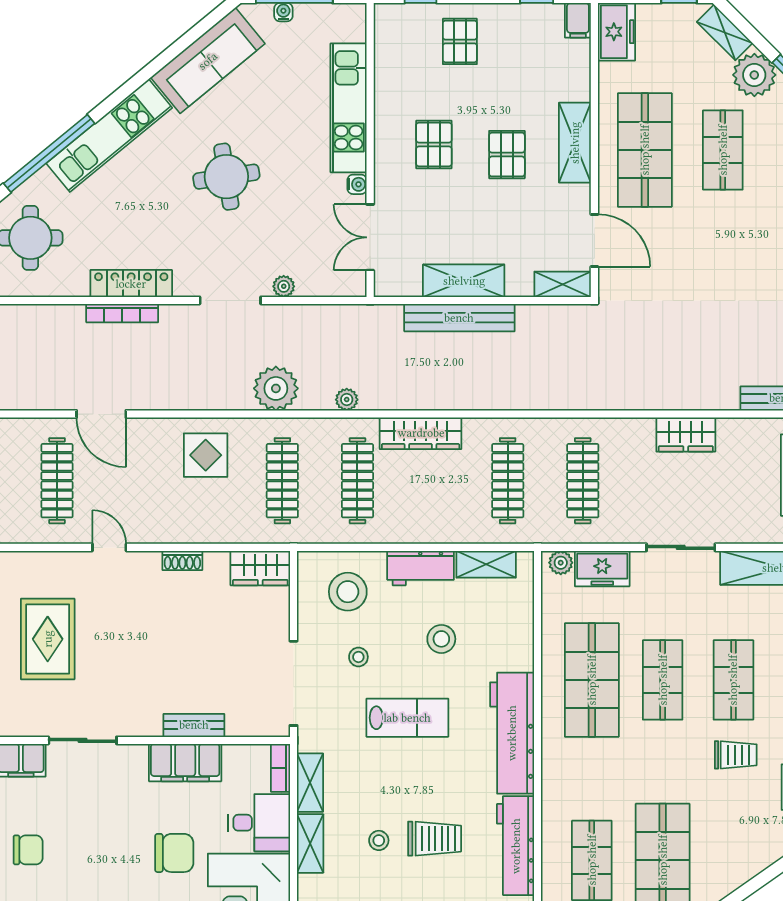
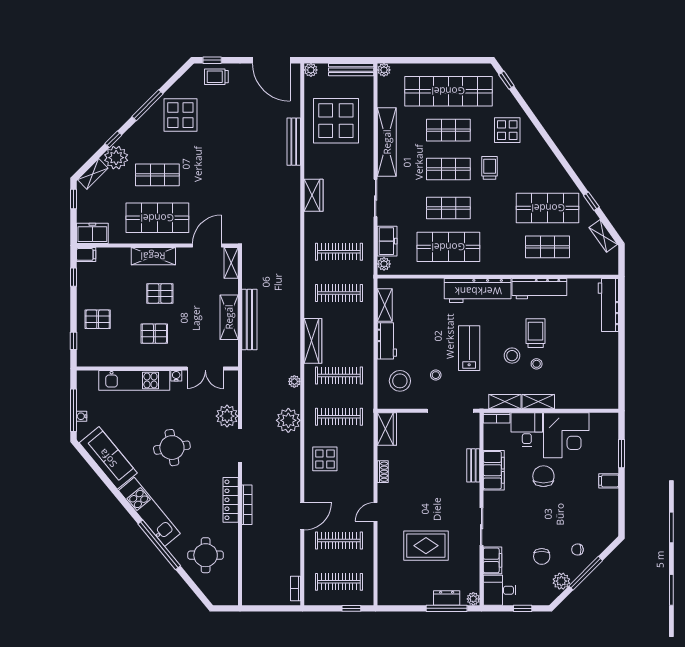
plant: (284, 286) -> (227, 416), width x1.87, depth x1.87
stool: (441, 639) -> (512, 356), moved
chair: (28, 850) -> (542, 556), turned 180

